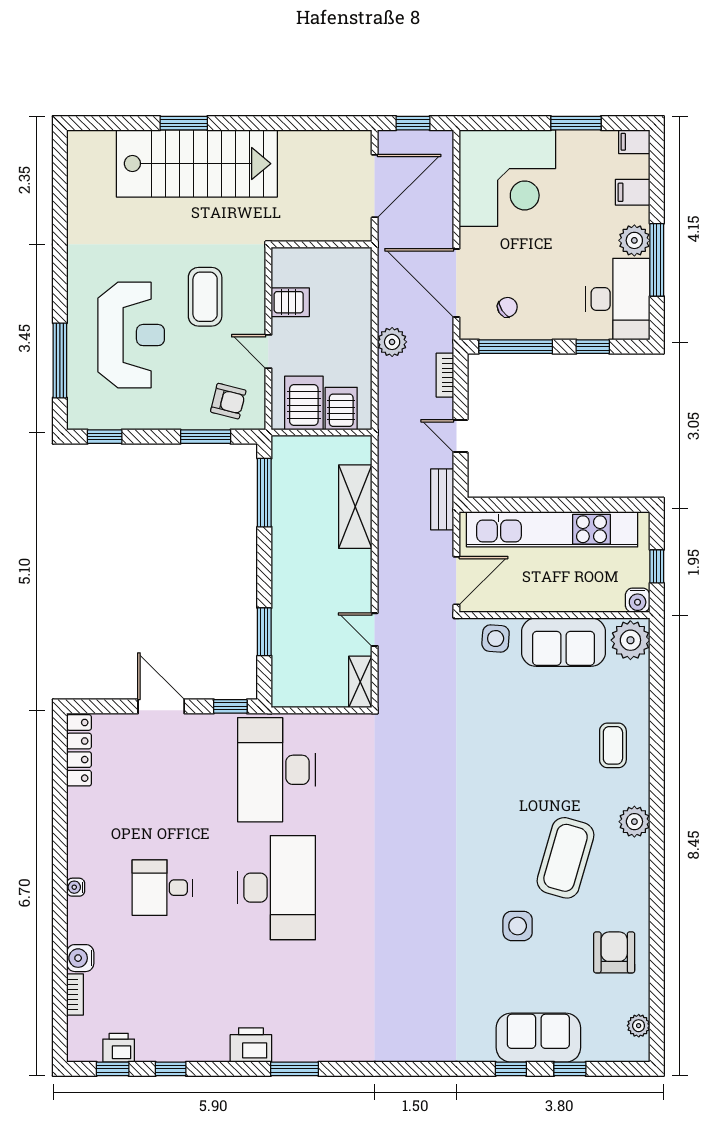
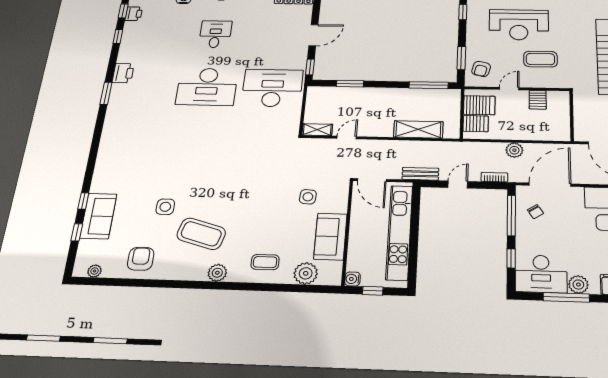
side table: (496, 639) -> (308, 197), moved
plant: (630, 640) -> (306, 273), moved
armchair: (614, 952) -> (141, 259), turned -90

